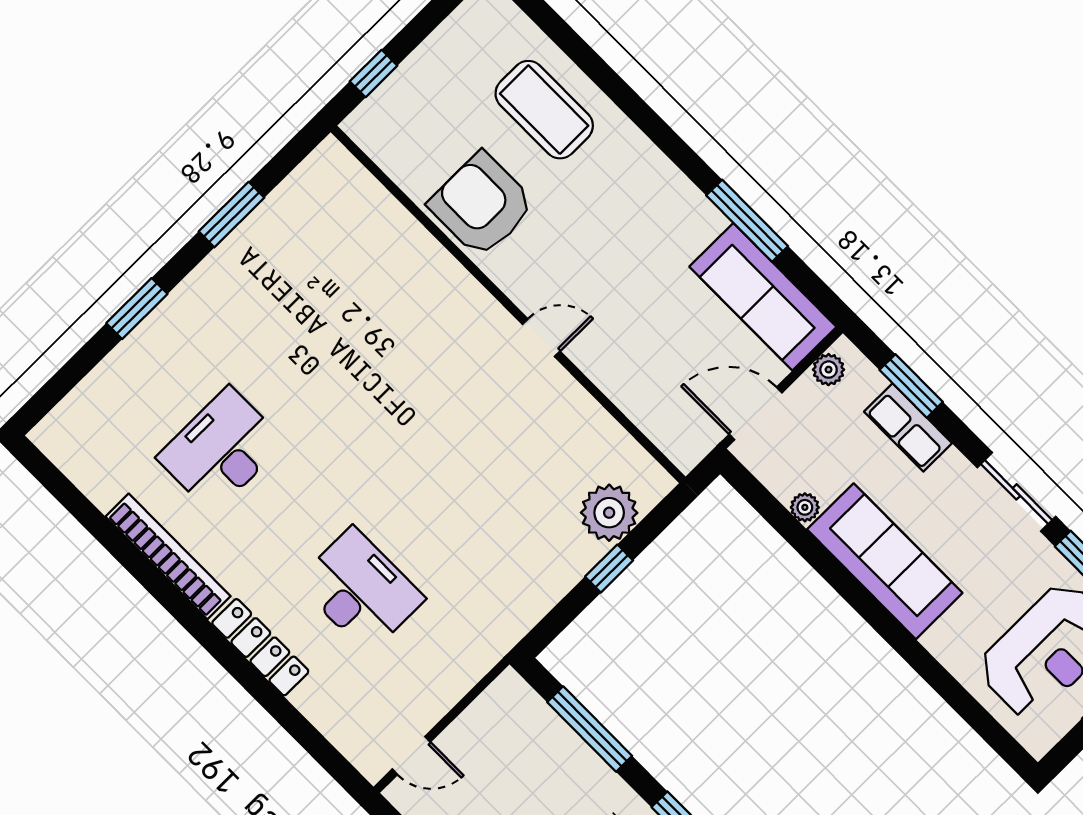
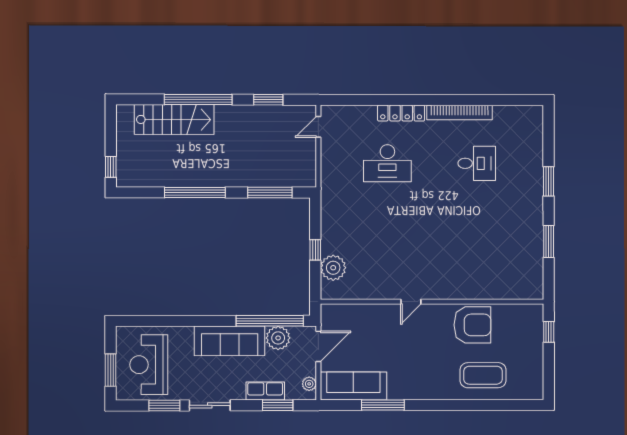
desk: (221, 450) -> (477, 163), width x0.73
plant: (805, 507) -> (278, 338), width x1.87, depth x1.87
window: (791, 530) -> (270, 321), added

